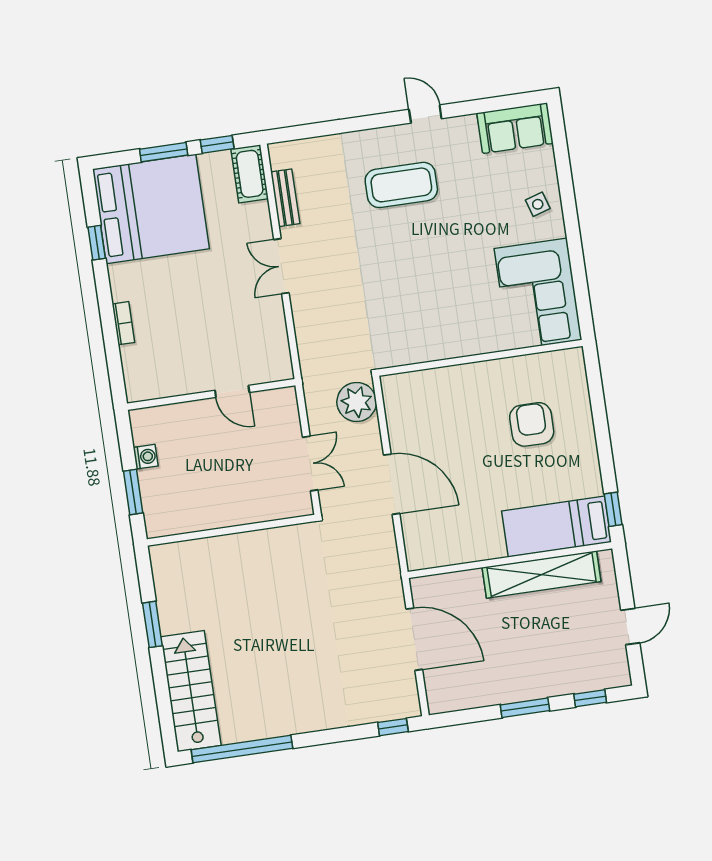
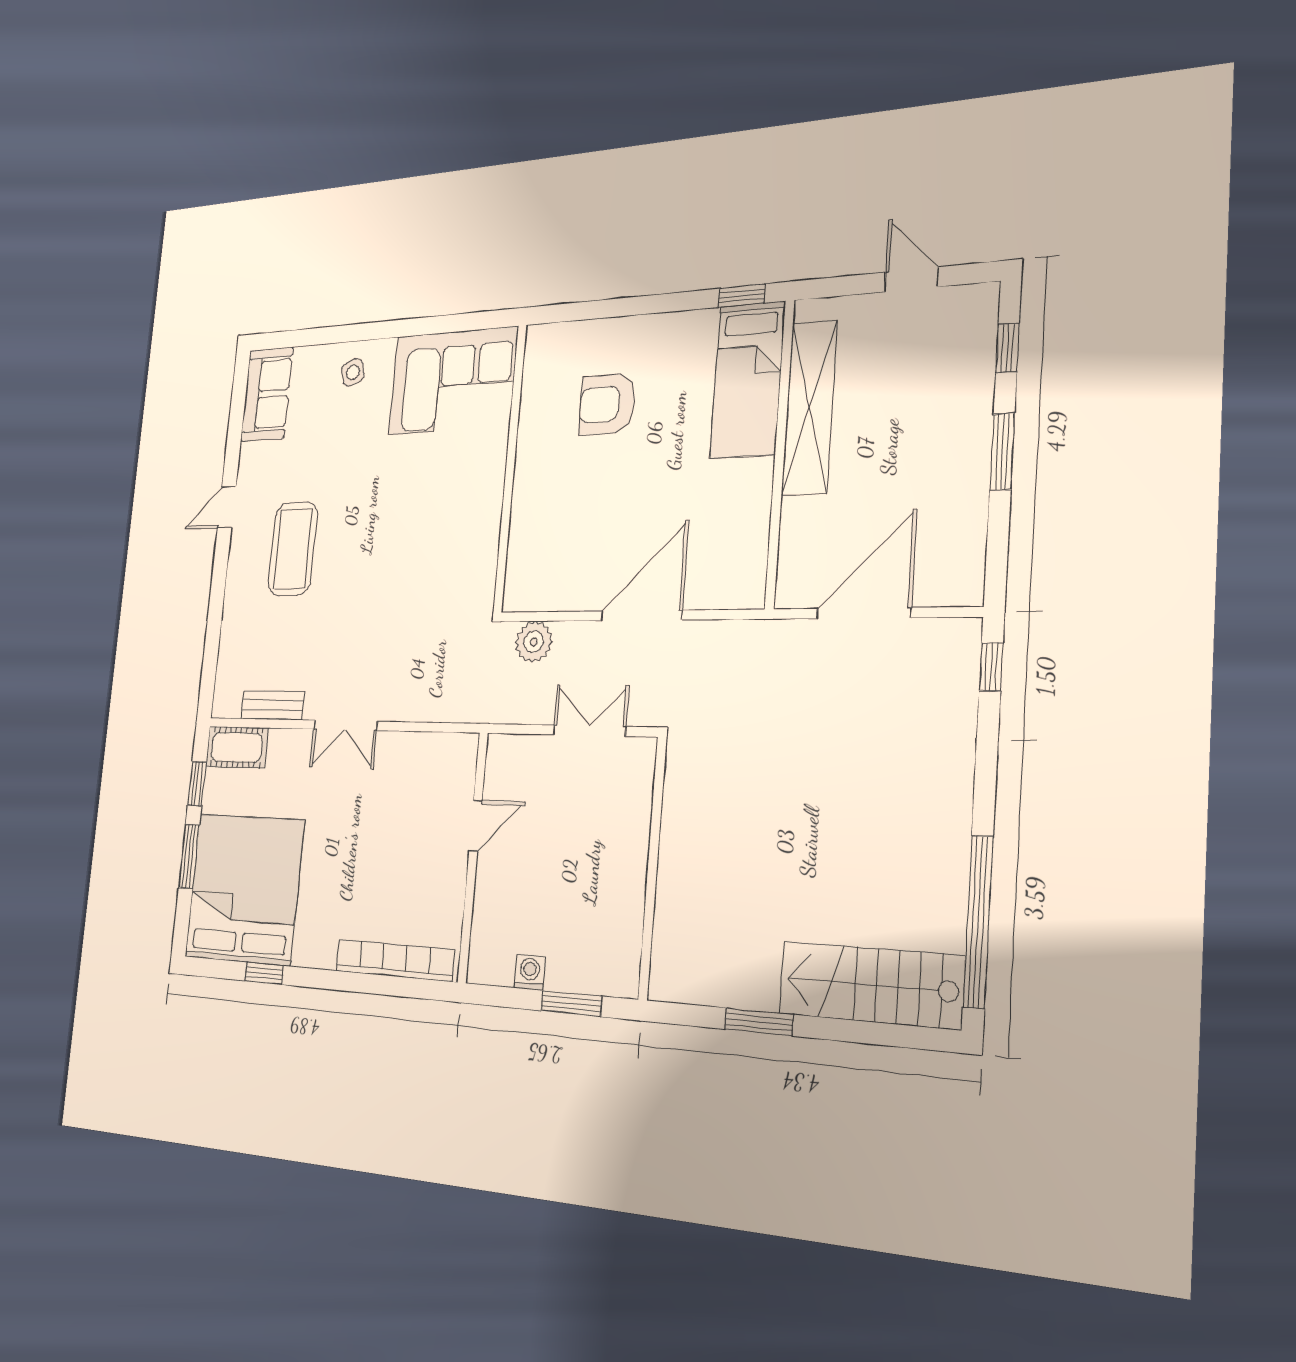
bookcase: (123, 323) -> (395, 960), width x2.31, depth x1.31
plant: (357, 402) -> (534, 642), width x0.73, depth x0.73

